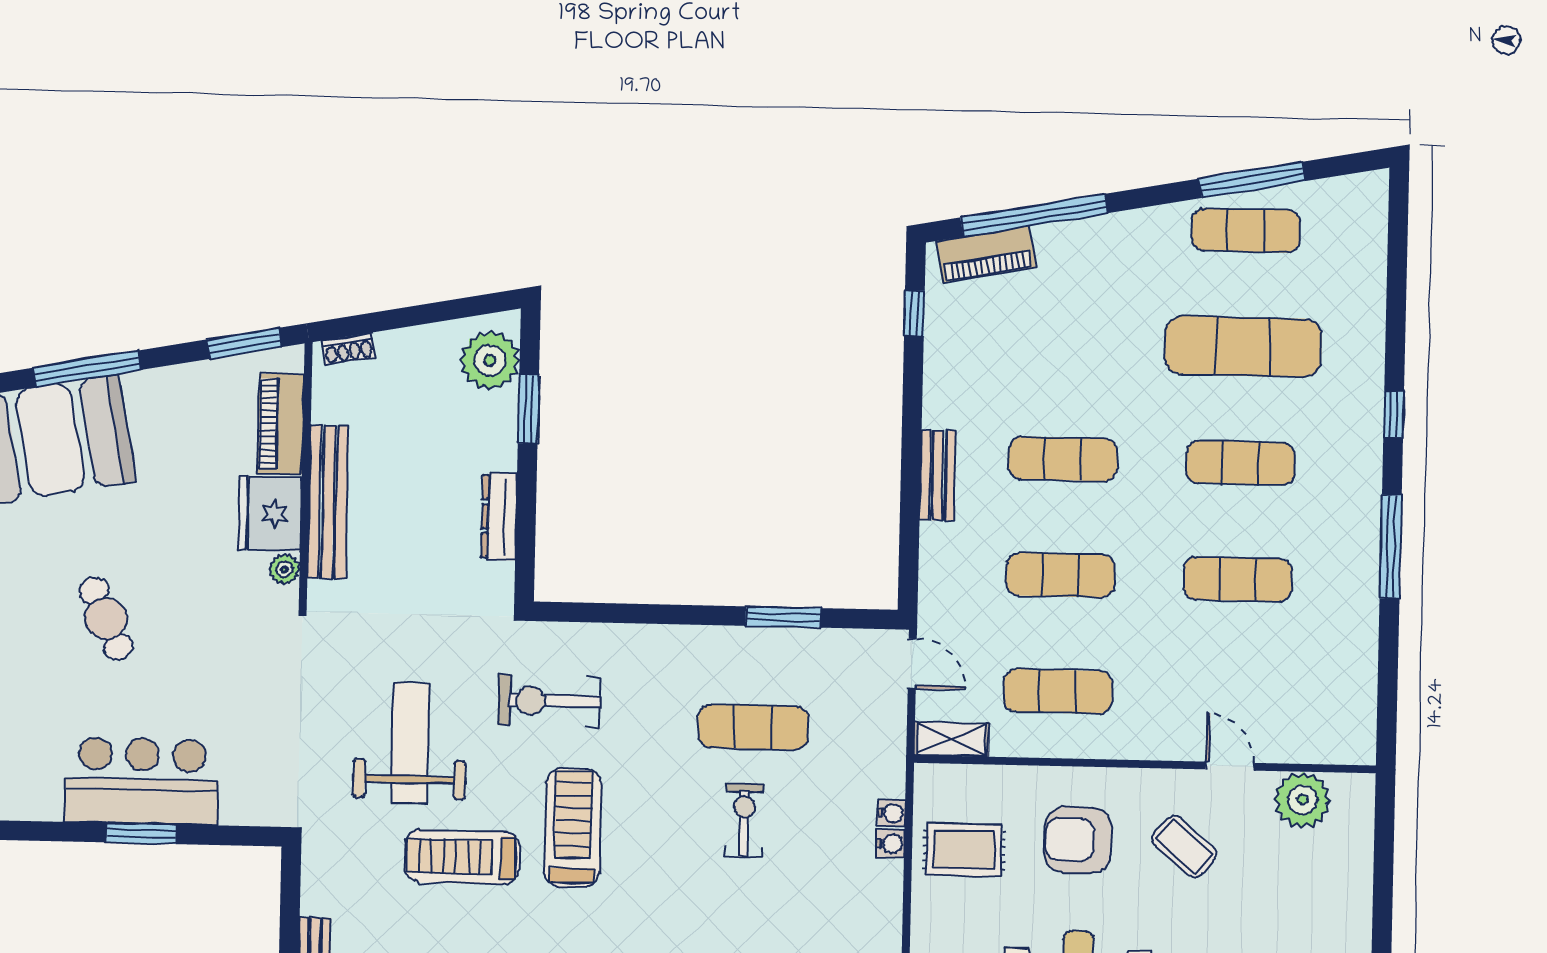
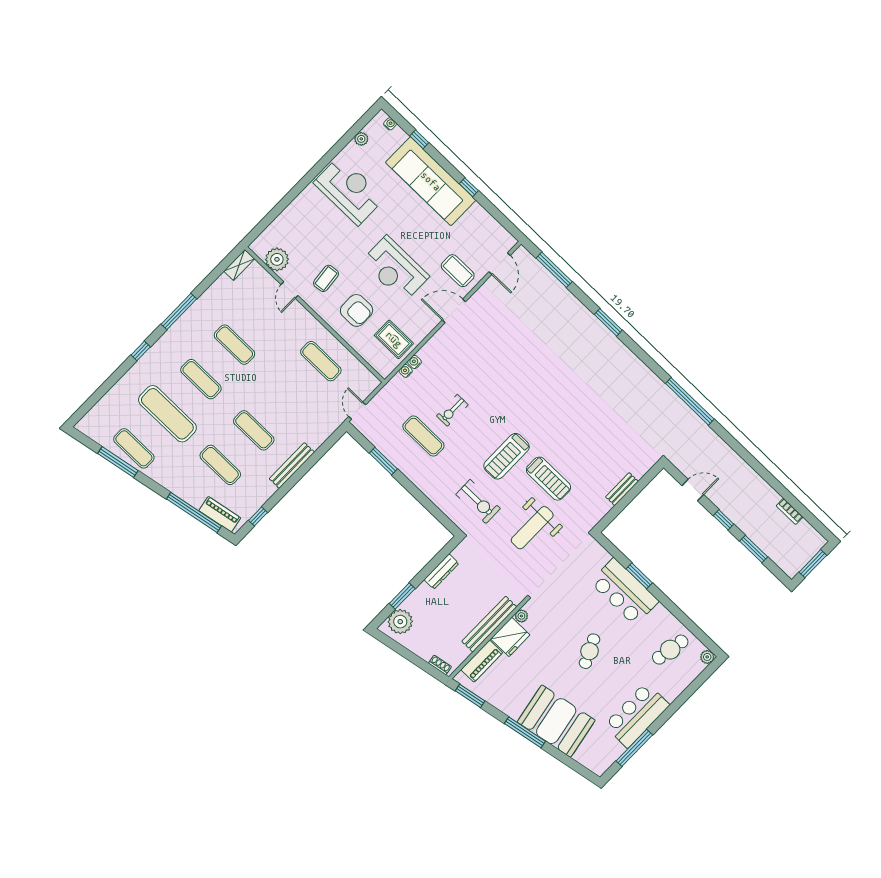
bench: (938, 476) -> (292, 465), width x1.36
exercise mat: (1060, 575) -> (220, 465), moved
shelving: (951, 739) -> (239, 265), moved, turned 90
coffee table: (1184, 847) -> (326, 278), turned 44

